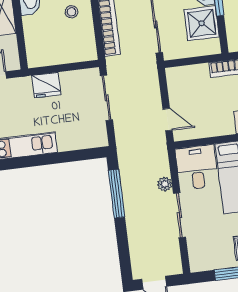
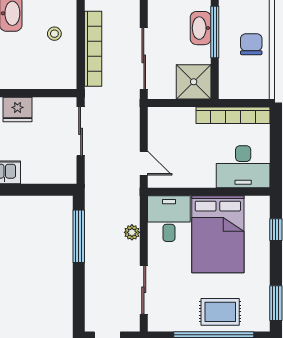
shower: (202, 23) -> (194, 82), moved
sliding door: (179, 215) -> (144, 290), moved

